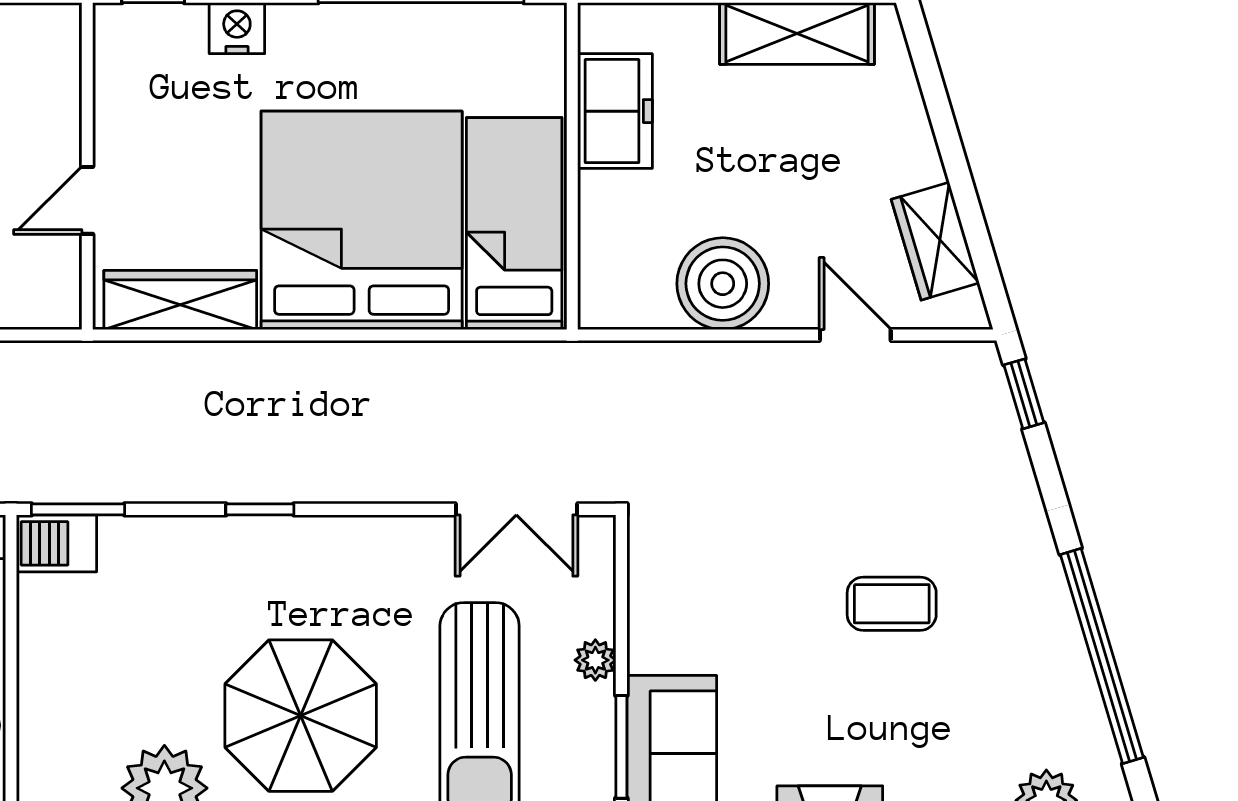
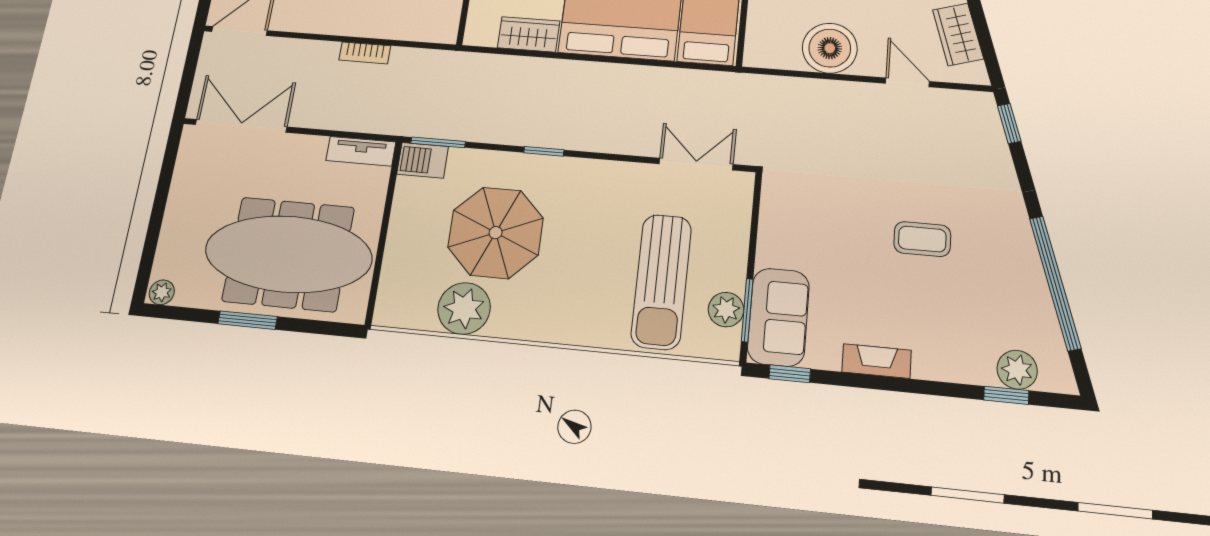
wardrobe: (180, 300) -> (529, 34), width x0.67
double door: (516, 509) -> (696, 164), swing flipped
plant: (595, 660) -> (726, 310), moved, width x1.38, depth x1.38
parasol: (301, 716) -> (496, 233), moved

